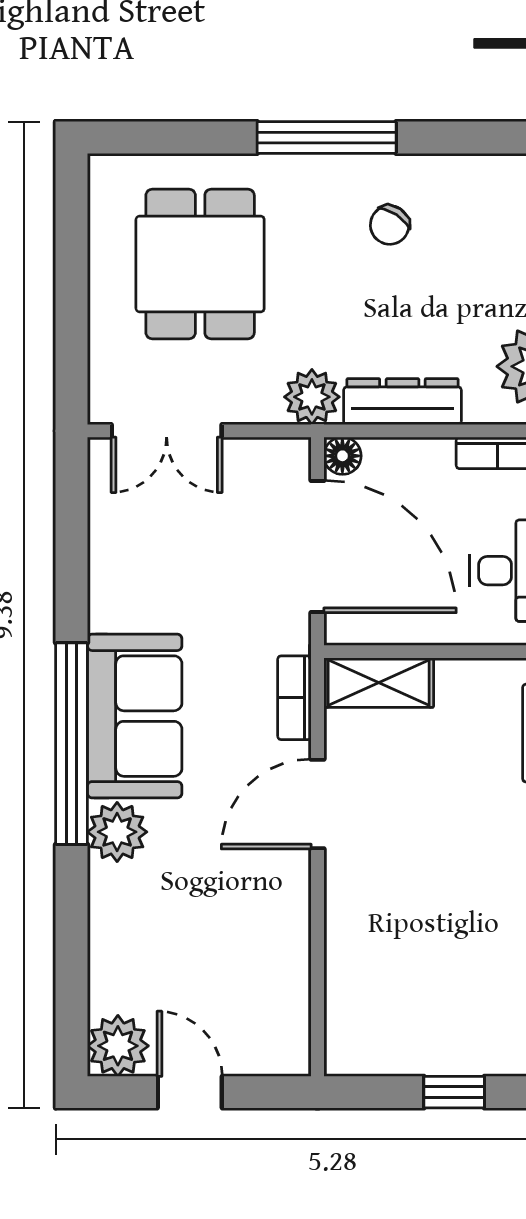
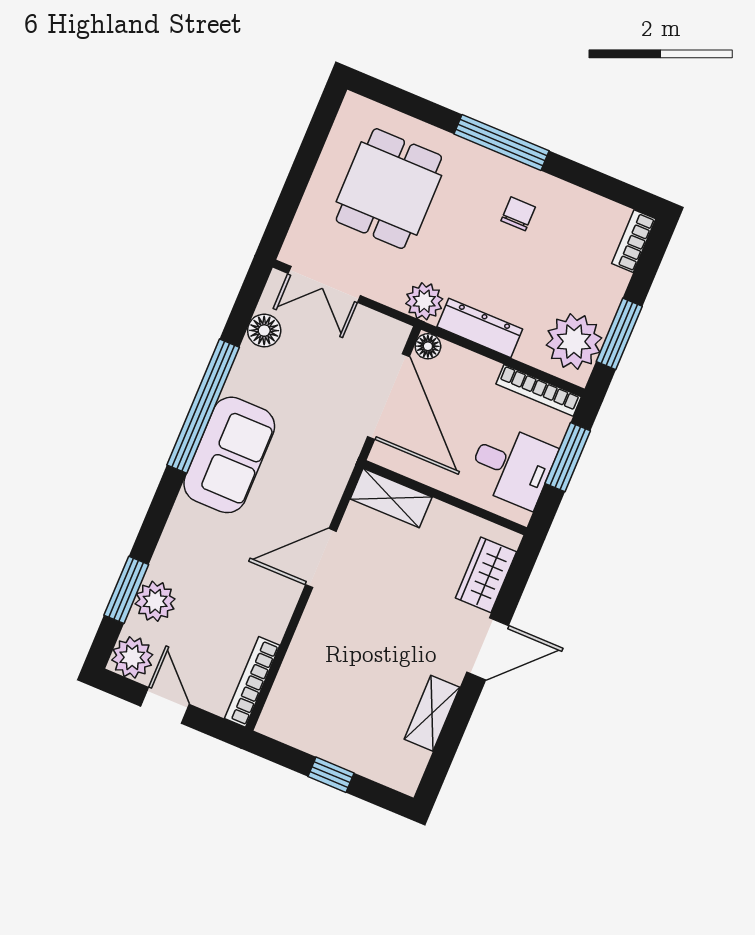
chair: (390, 225) -> (518, 214), turned 146
floor lamp: (111, 527) -> (264, 331), added
bookcase: (294, 698) -> (252, 682), moved, width x1.56
window: (72, 744) -> (203, 406), moved
plant: (117, 832) -> (155, 601), moved
window: (72, 957) -> (126, 590), added

